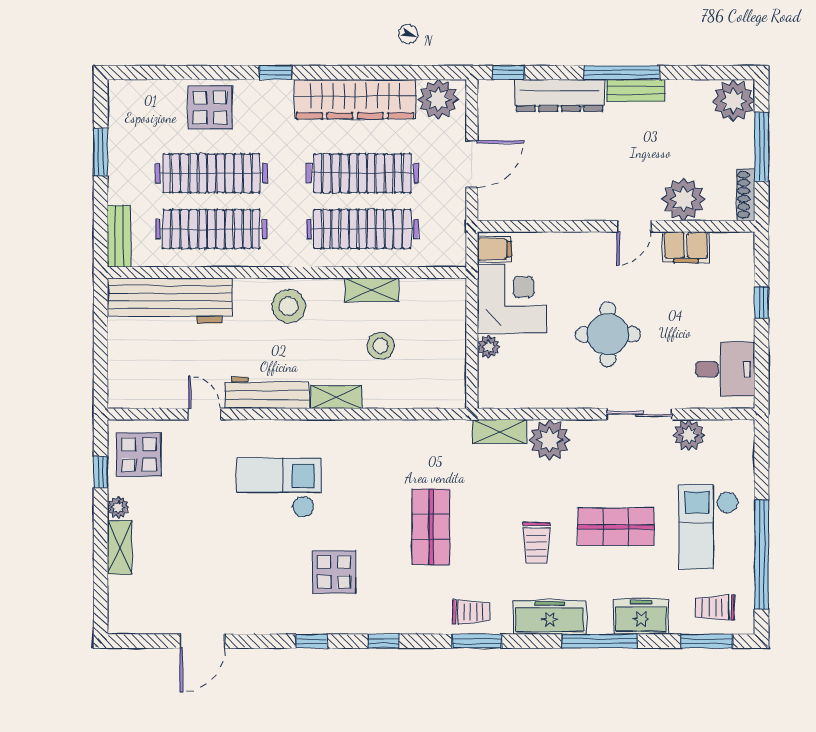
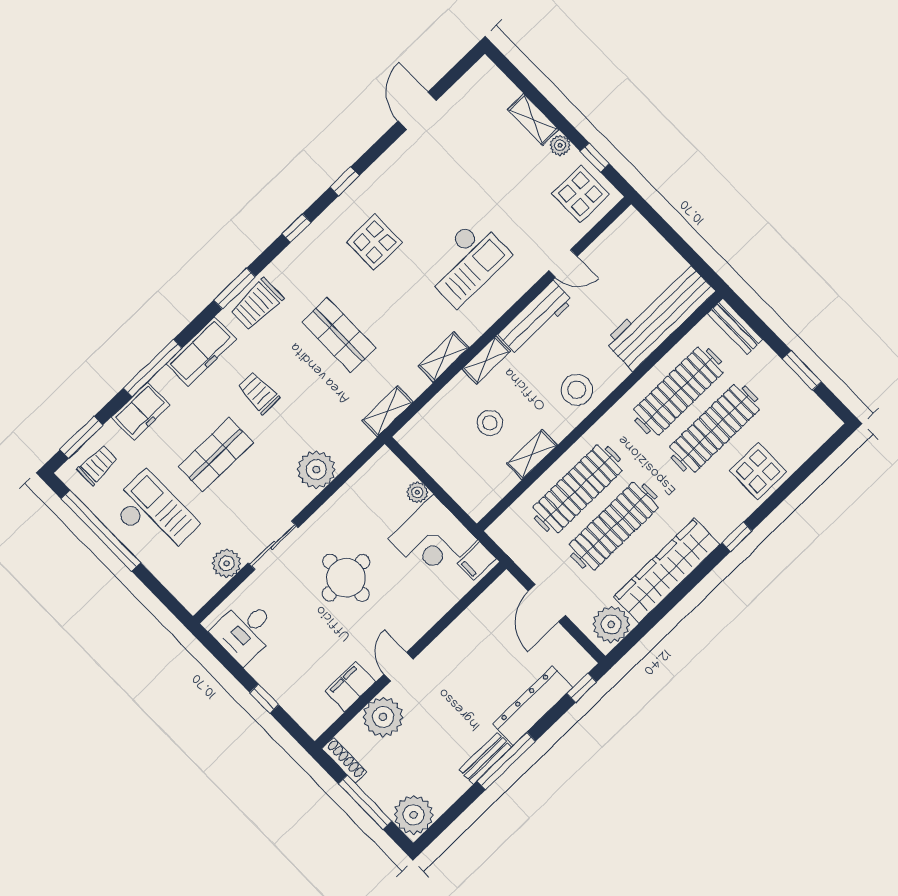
shelving: (367, 431) -> (444, 357), added
shelving: (500, 432) -> (387, 411), moved
trolley: (471, 612) -> (257, 304), width x1.36, depth x1.39

